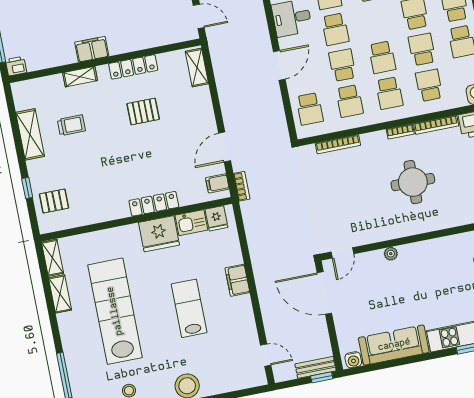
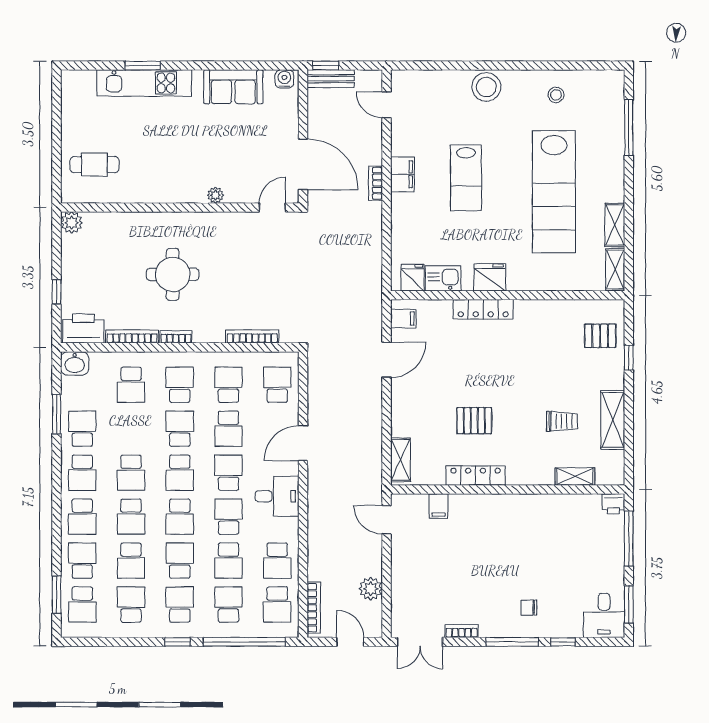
filing cabinet: (92, 49) -> (439, 506), moved, width x0.50
school desk: (422, 49) -> (180, 473), moved
shelving: (80, 77) -> (575, 476), moved
trolley: (71, 125) -> (562, 421), turned 180
bookcase: (242, 186) -> (375, 183), moved
fridge: (159, 234) -> (490, 277), width x0.73, depth x0.75
filing cabinet: (237, 280) -> (402, 174), moved
sofa: (394, 345) -> (233, 87), width x0.73

